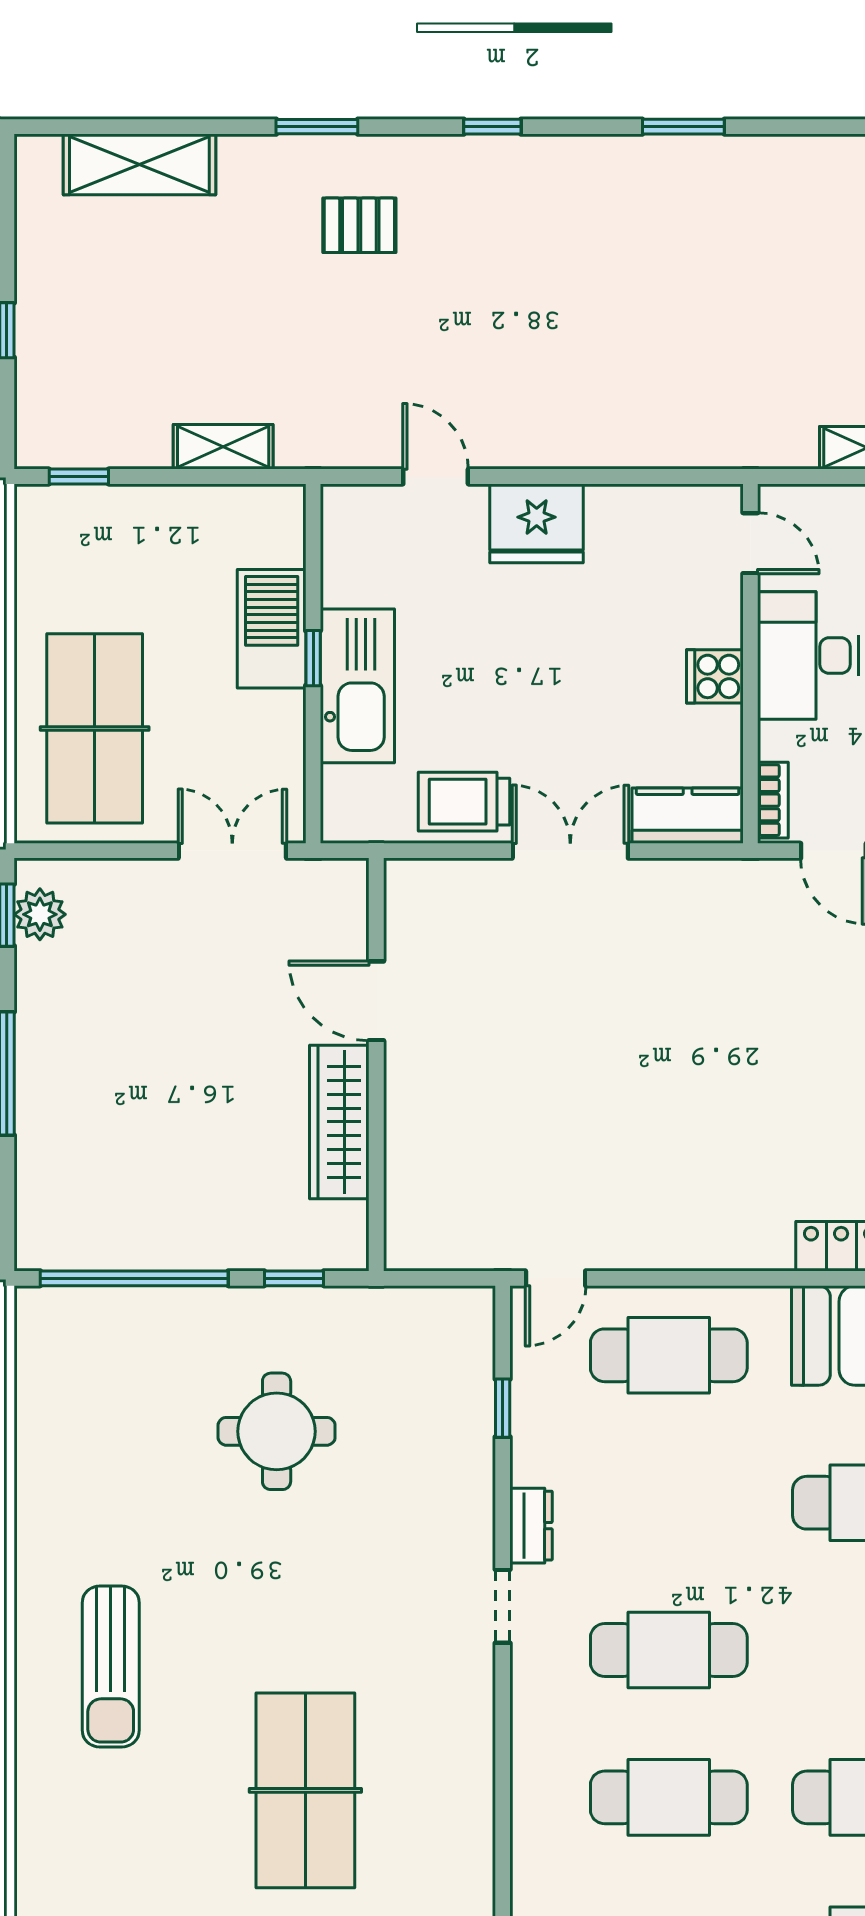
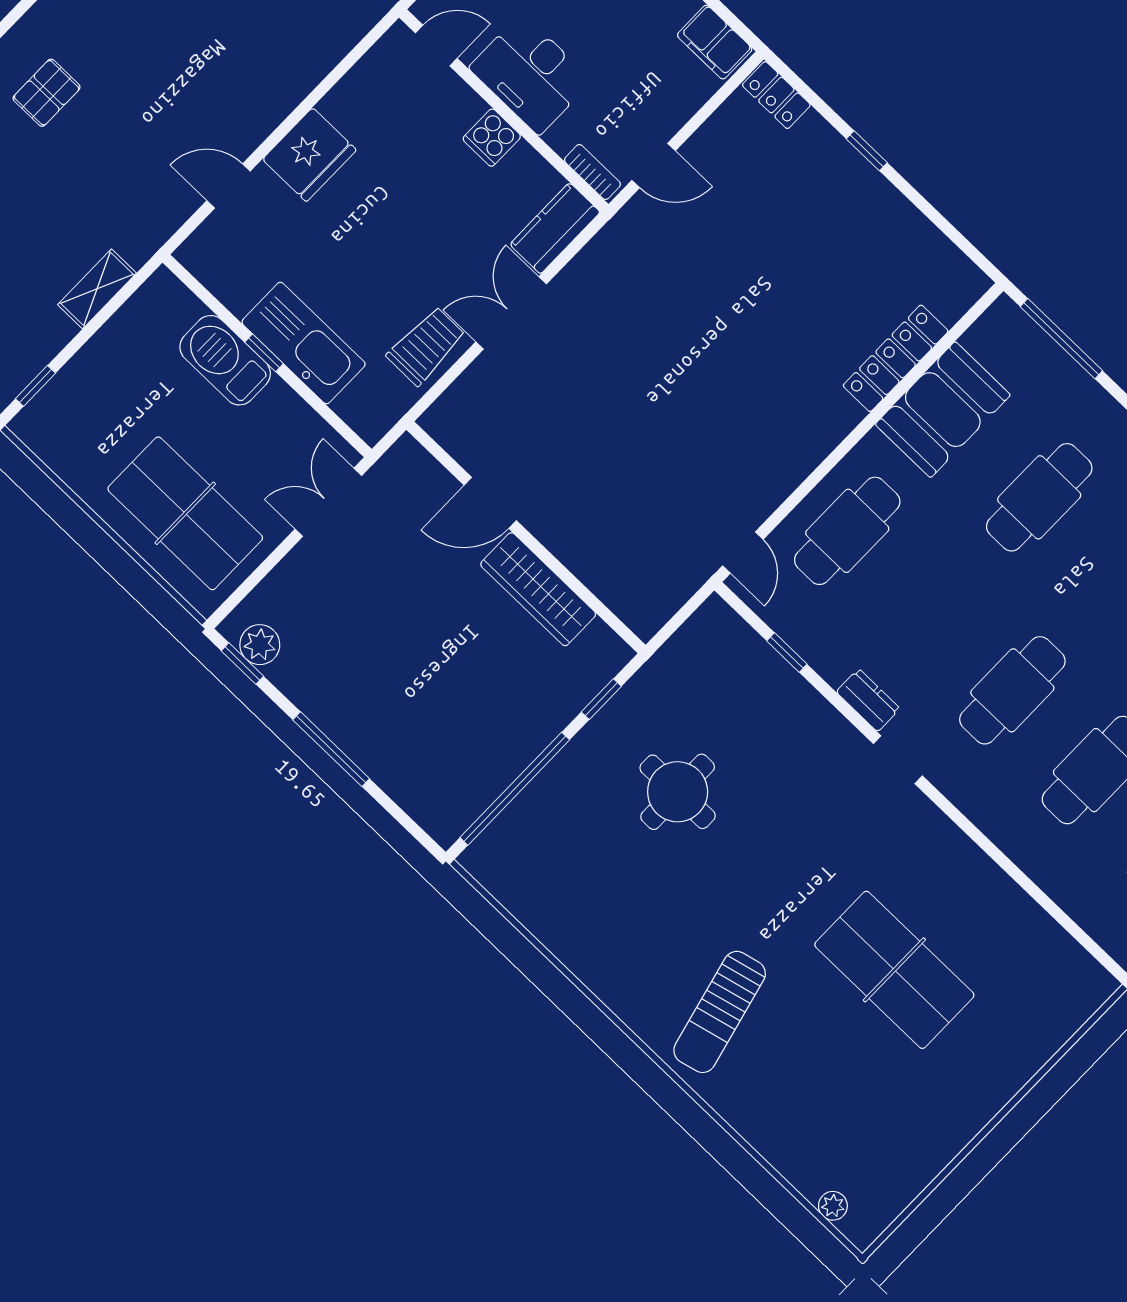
trolley: (464, 802) -> (426, 346), turned 180
sun lounger: (111, 1667) -> (720, 1012), turned 76

